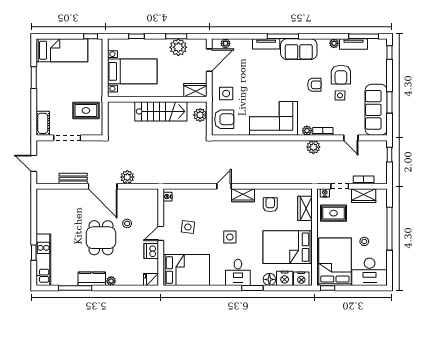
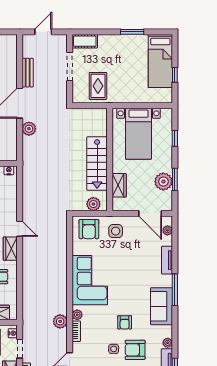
window: (91, 36) -> (175, 75), moved
tv unit: (266, 44) -> (167, 260), moved
wardrobe: (195, 90) -> (119, 185), moved

